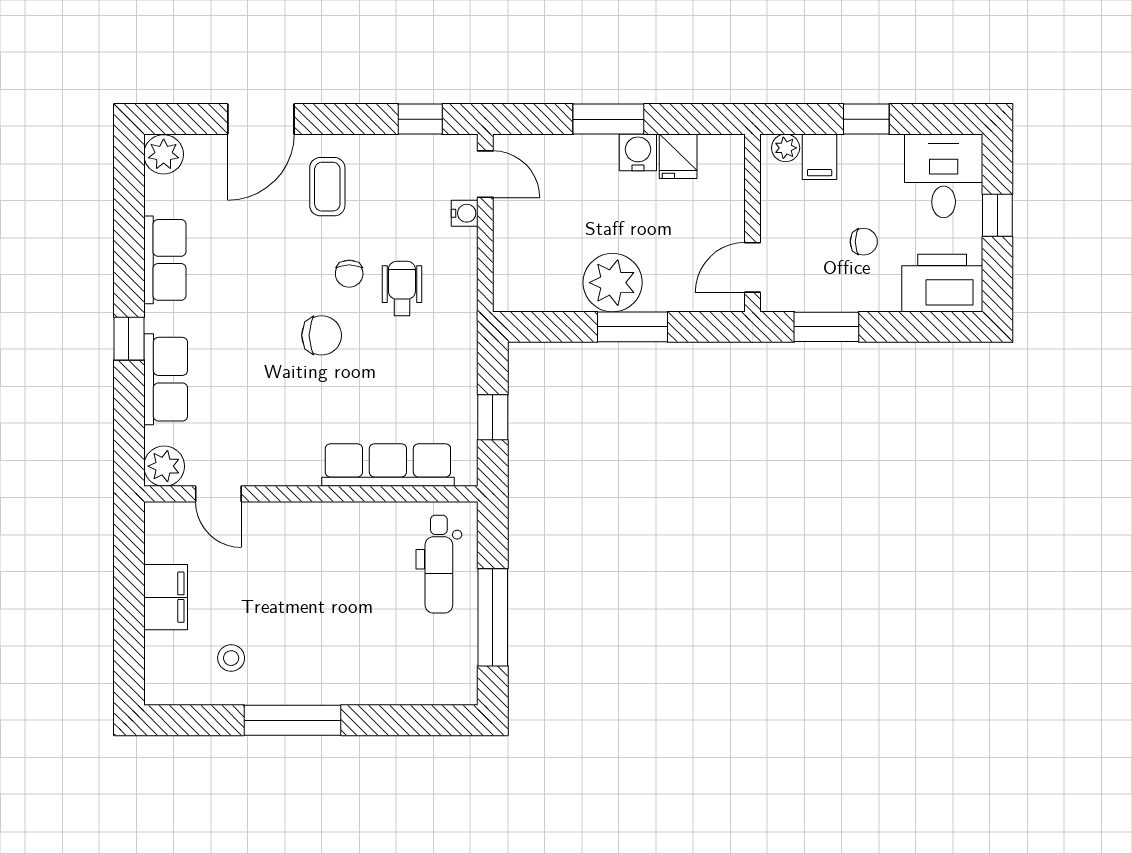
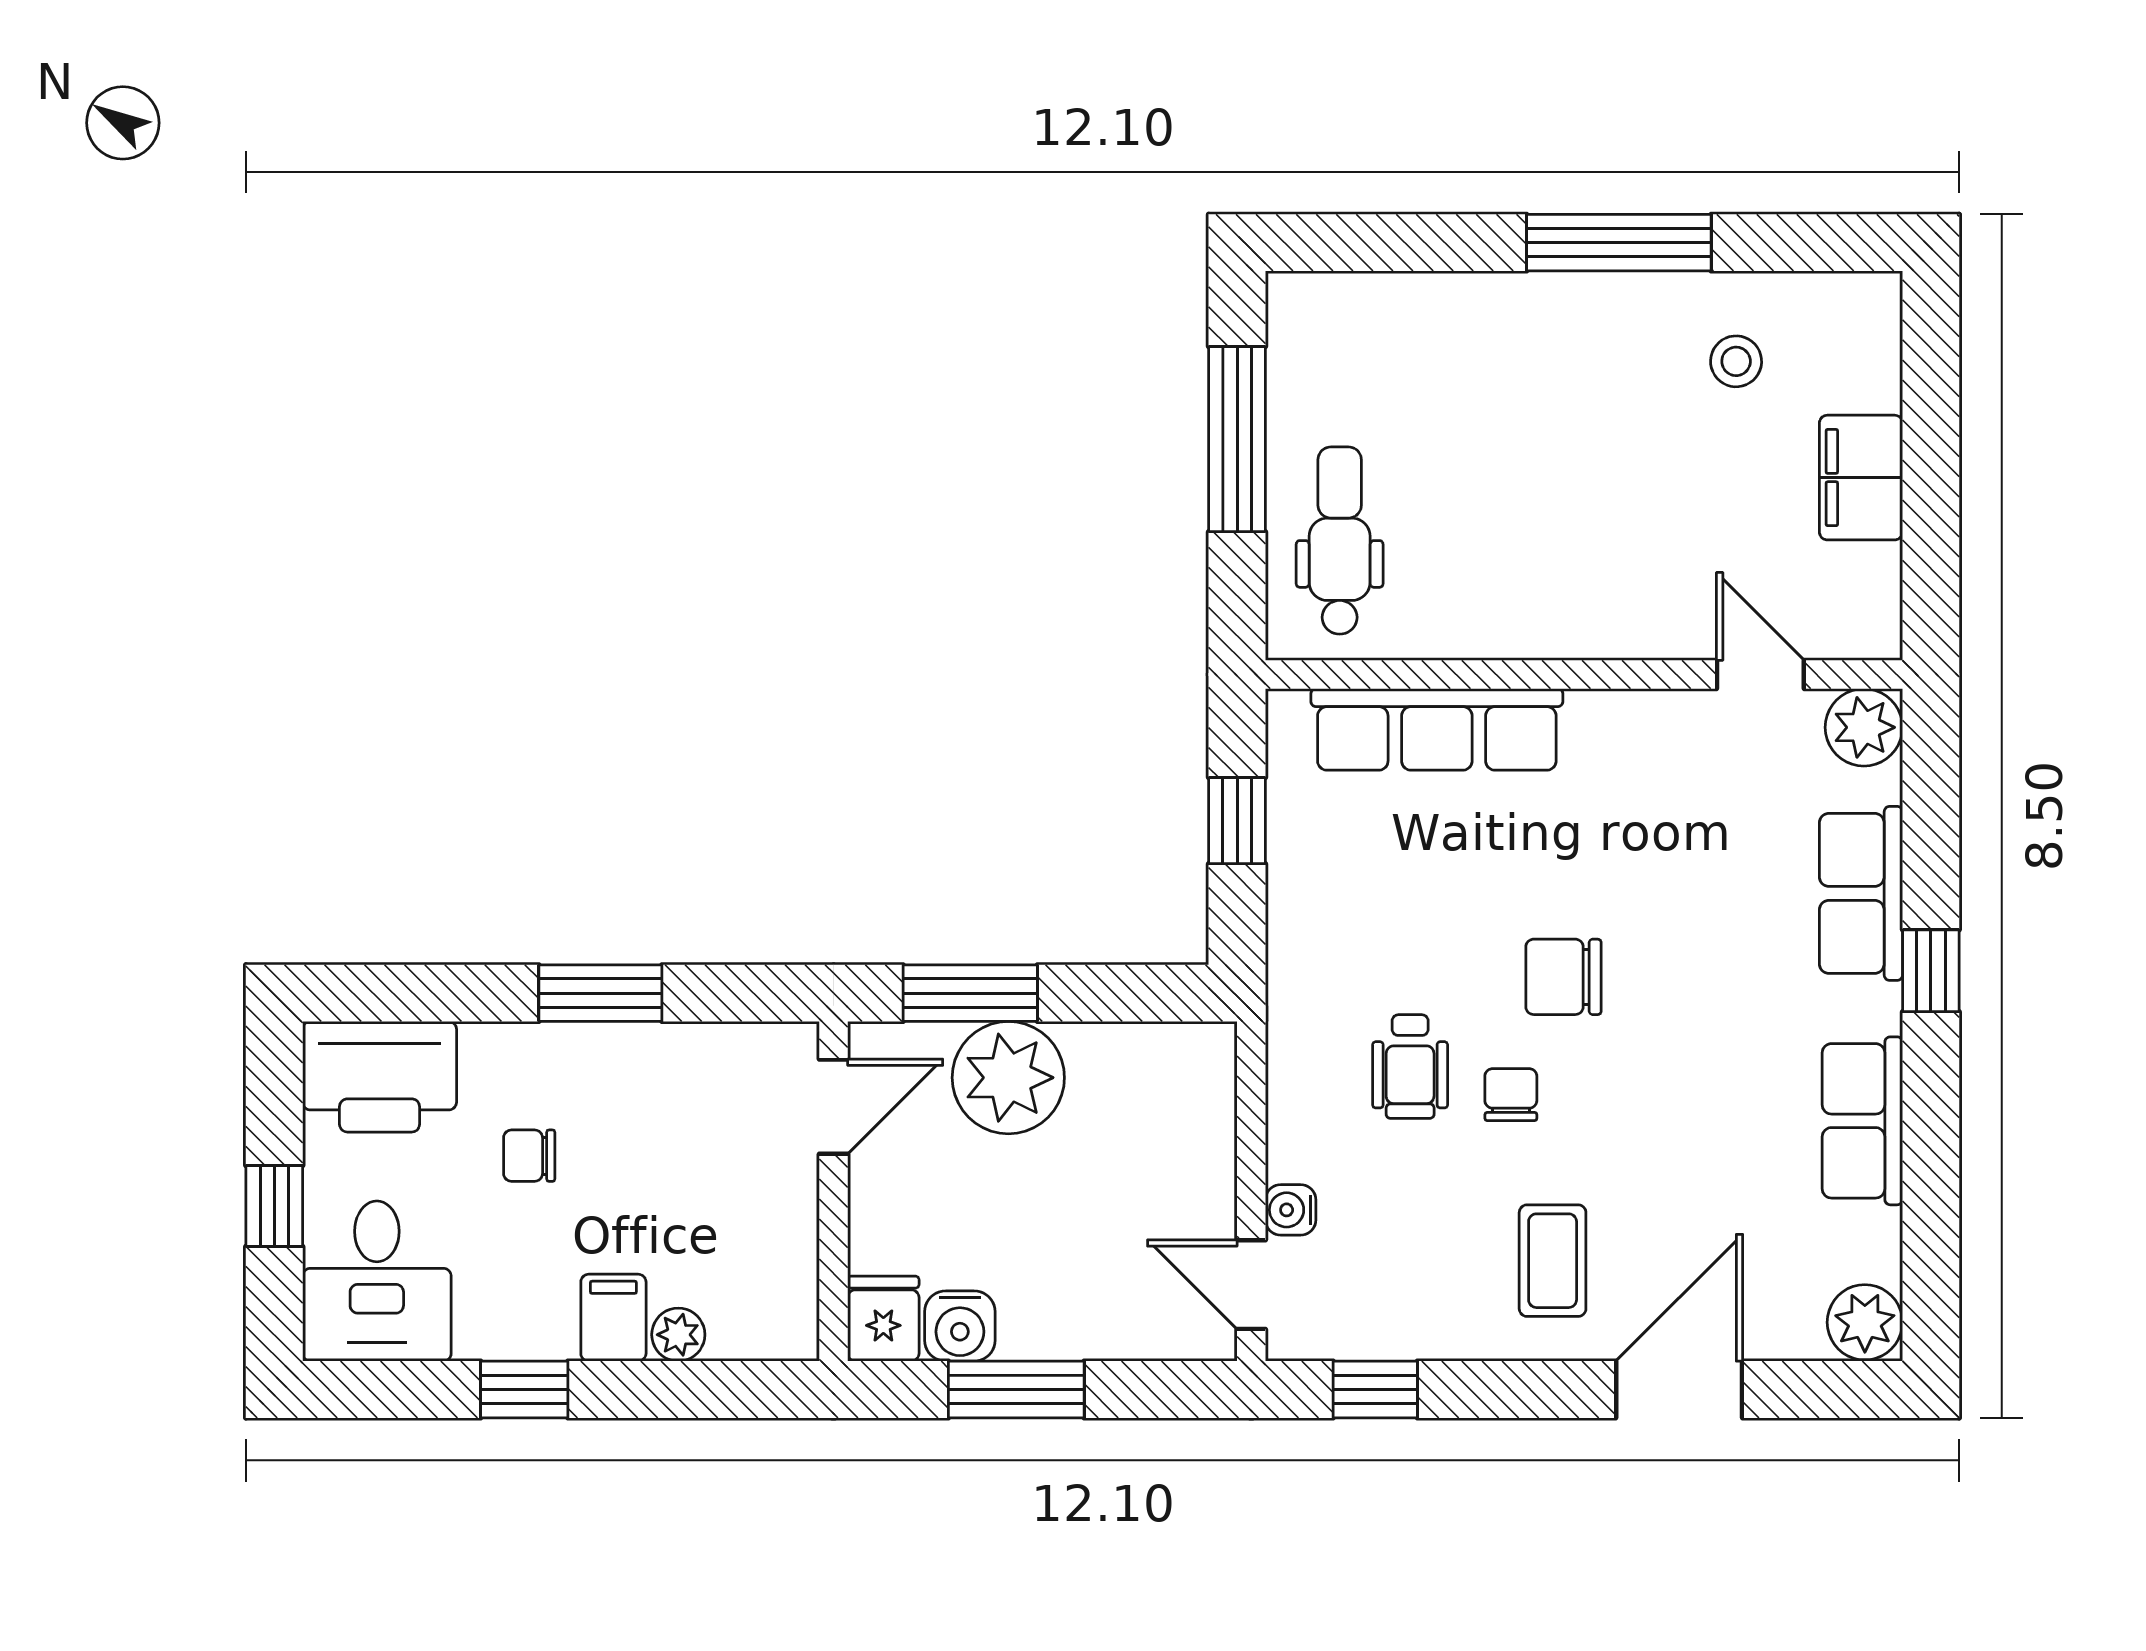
wall: (752, 223) -> (834, 1191), moved
door: (752, 267) -> (834, 1107), moved

